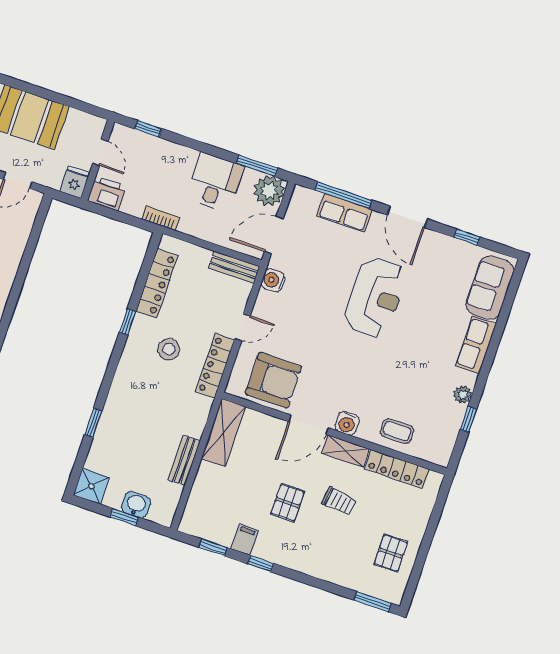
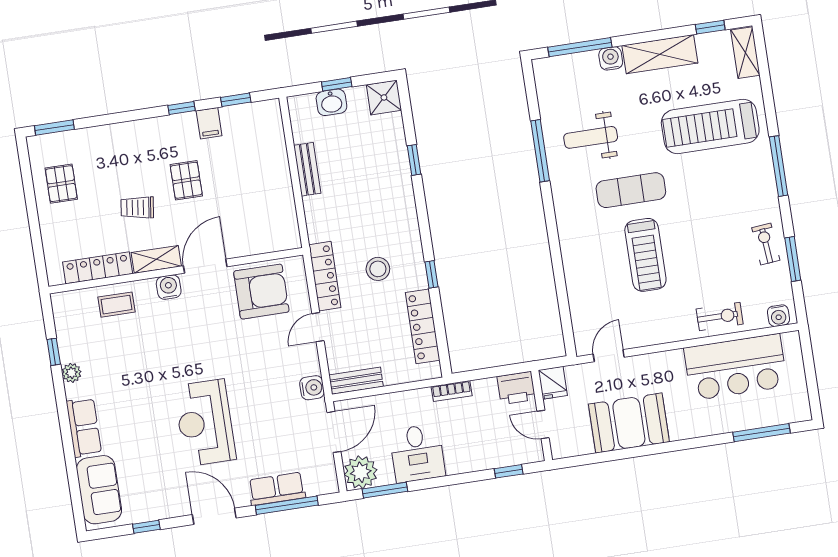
armchair: (274, 380) -> (261, 292), turned 180
shelving: (223, 433) -> (283, 216), removed

